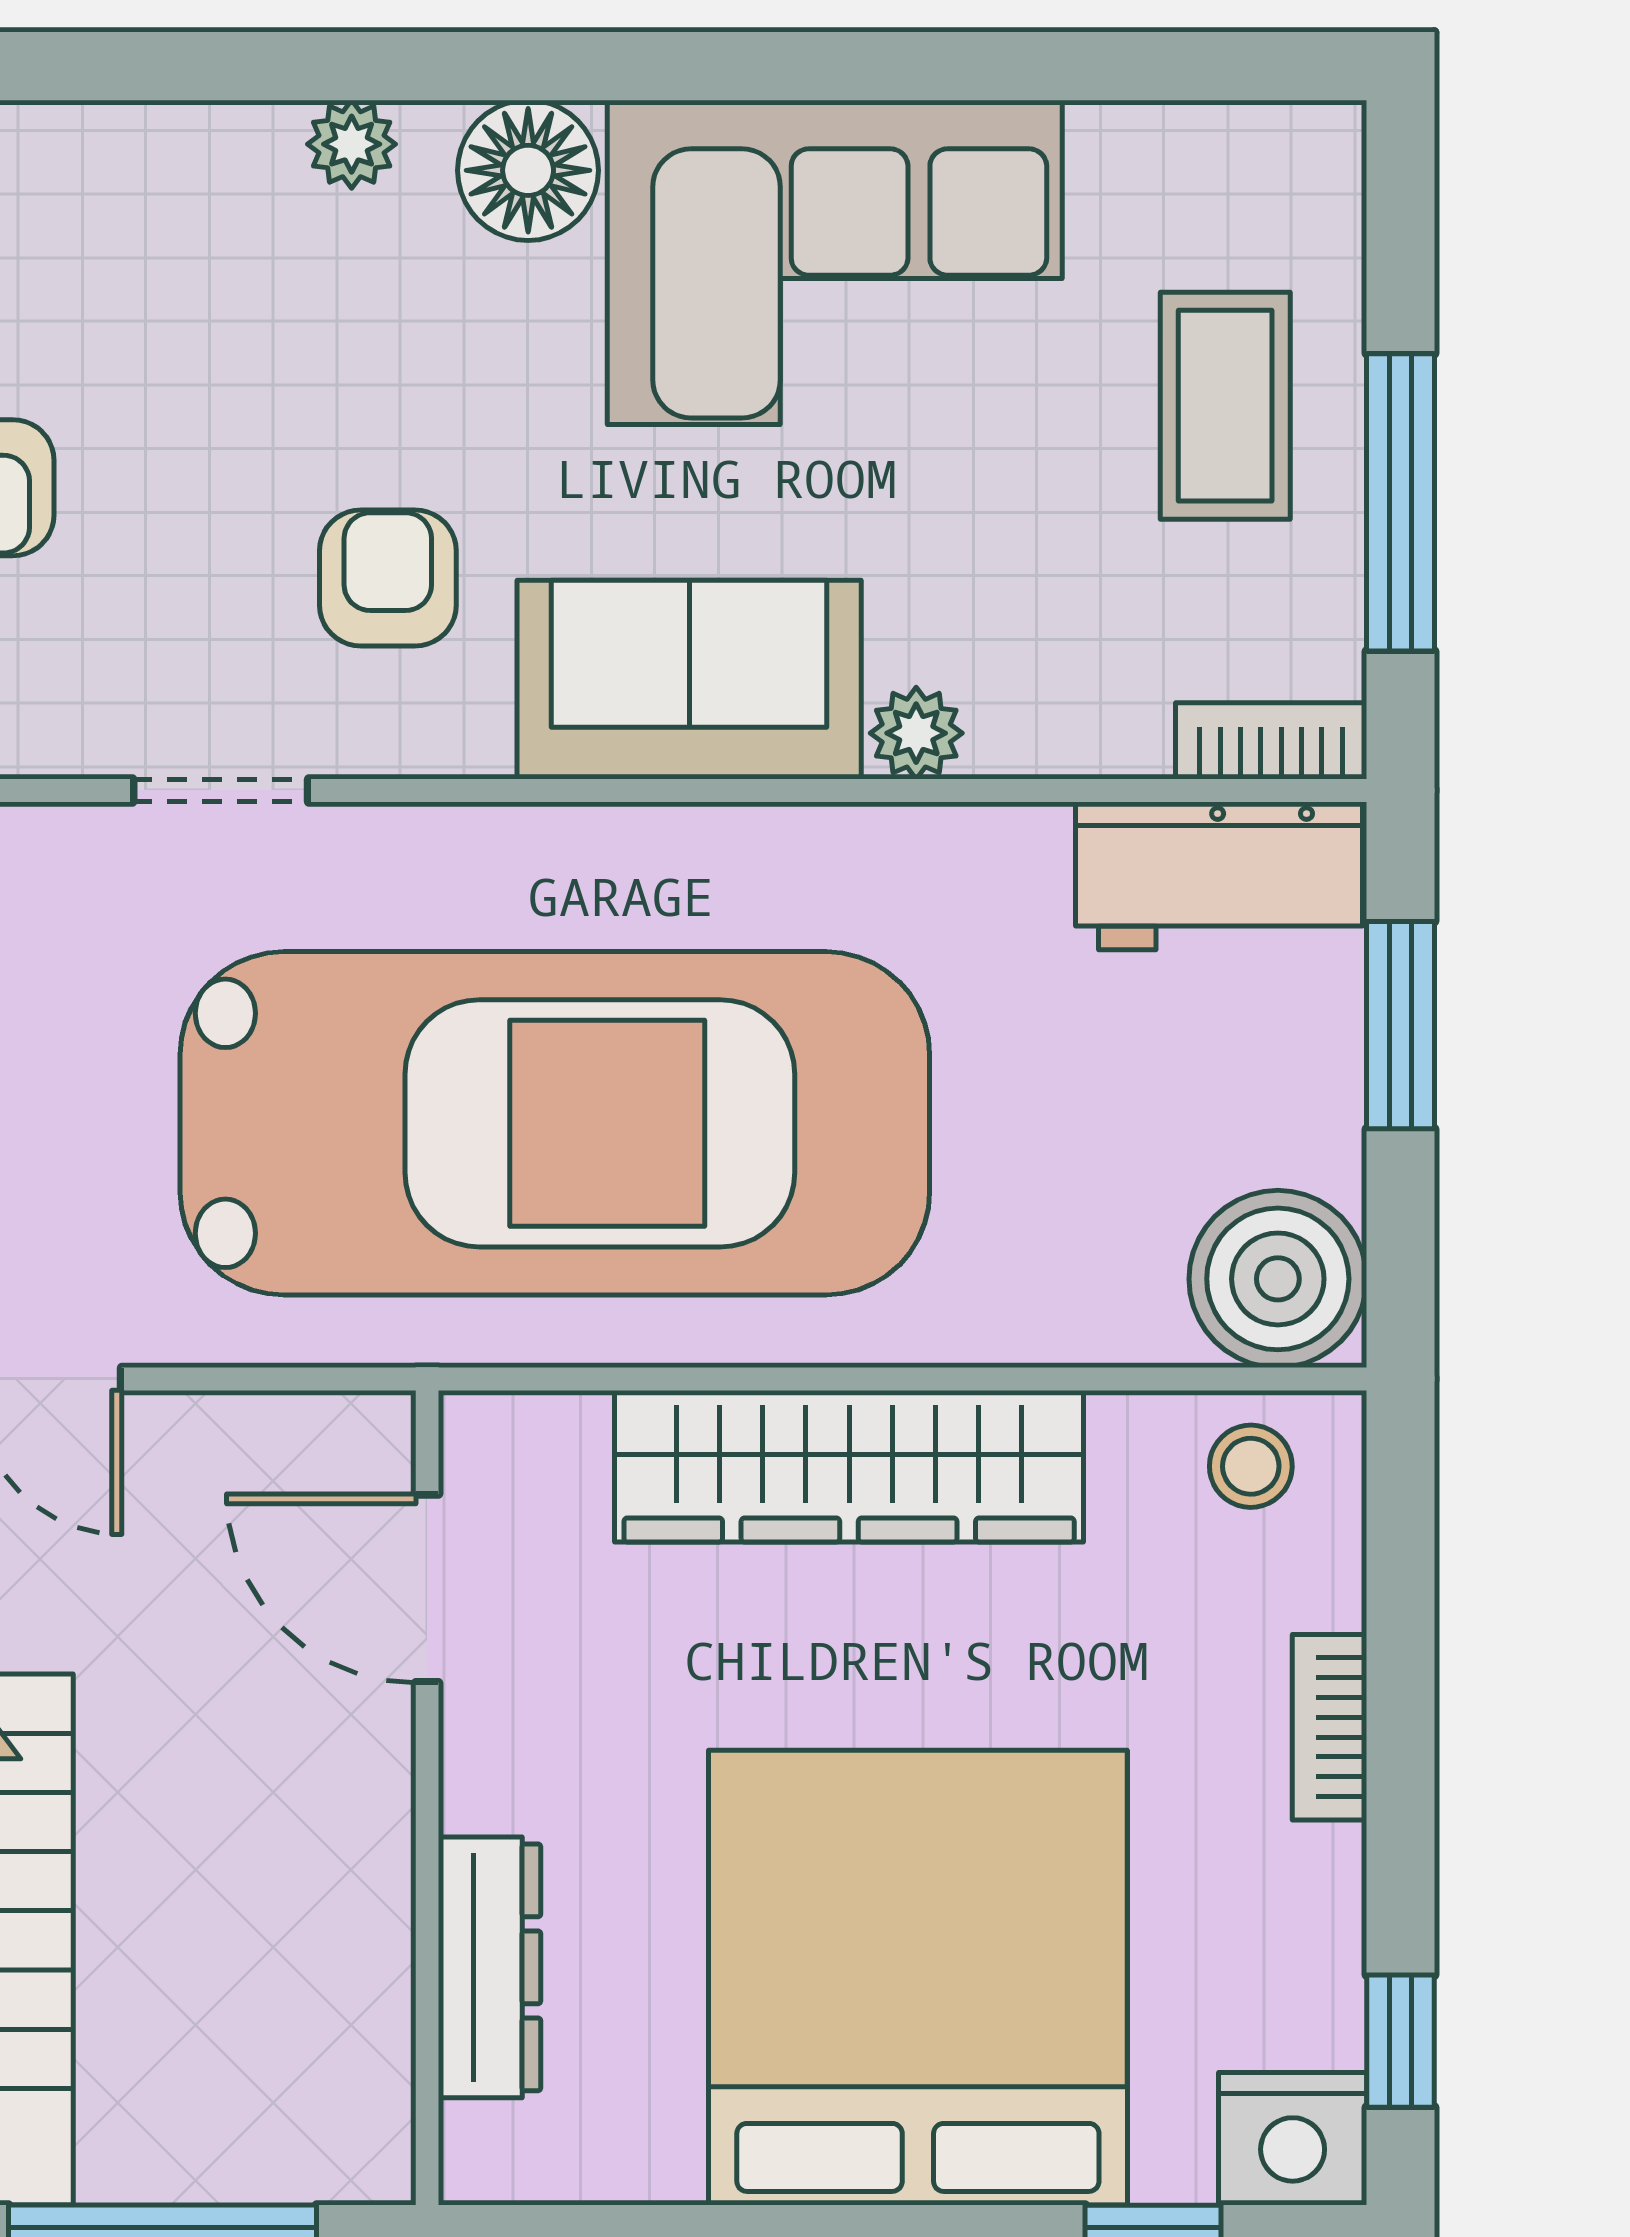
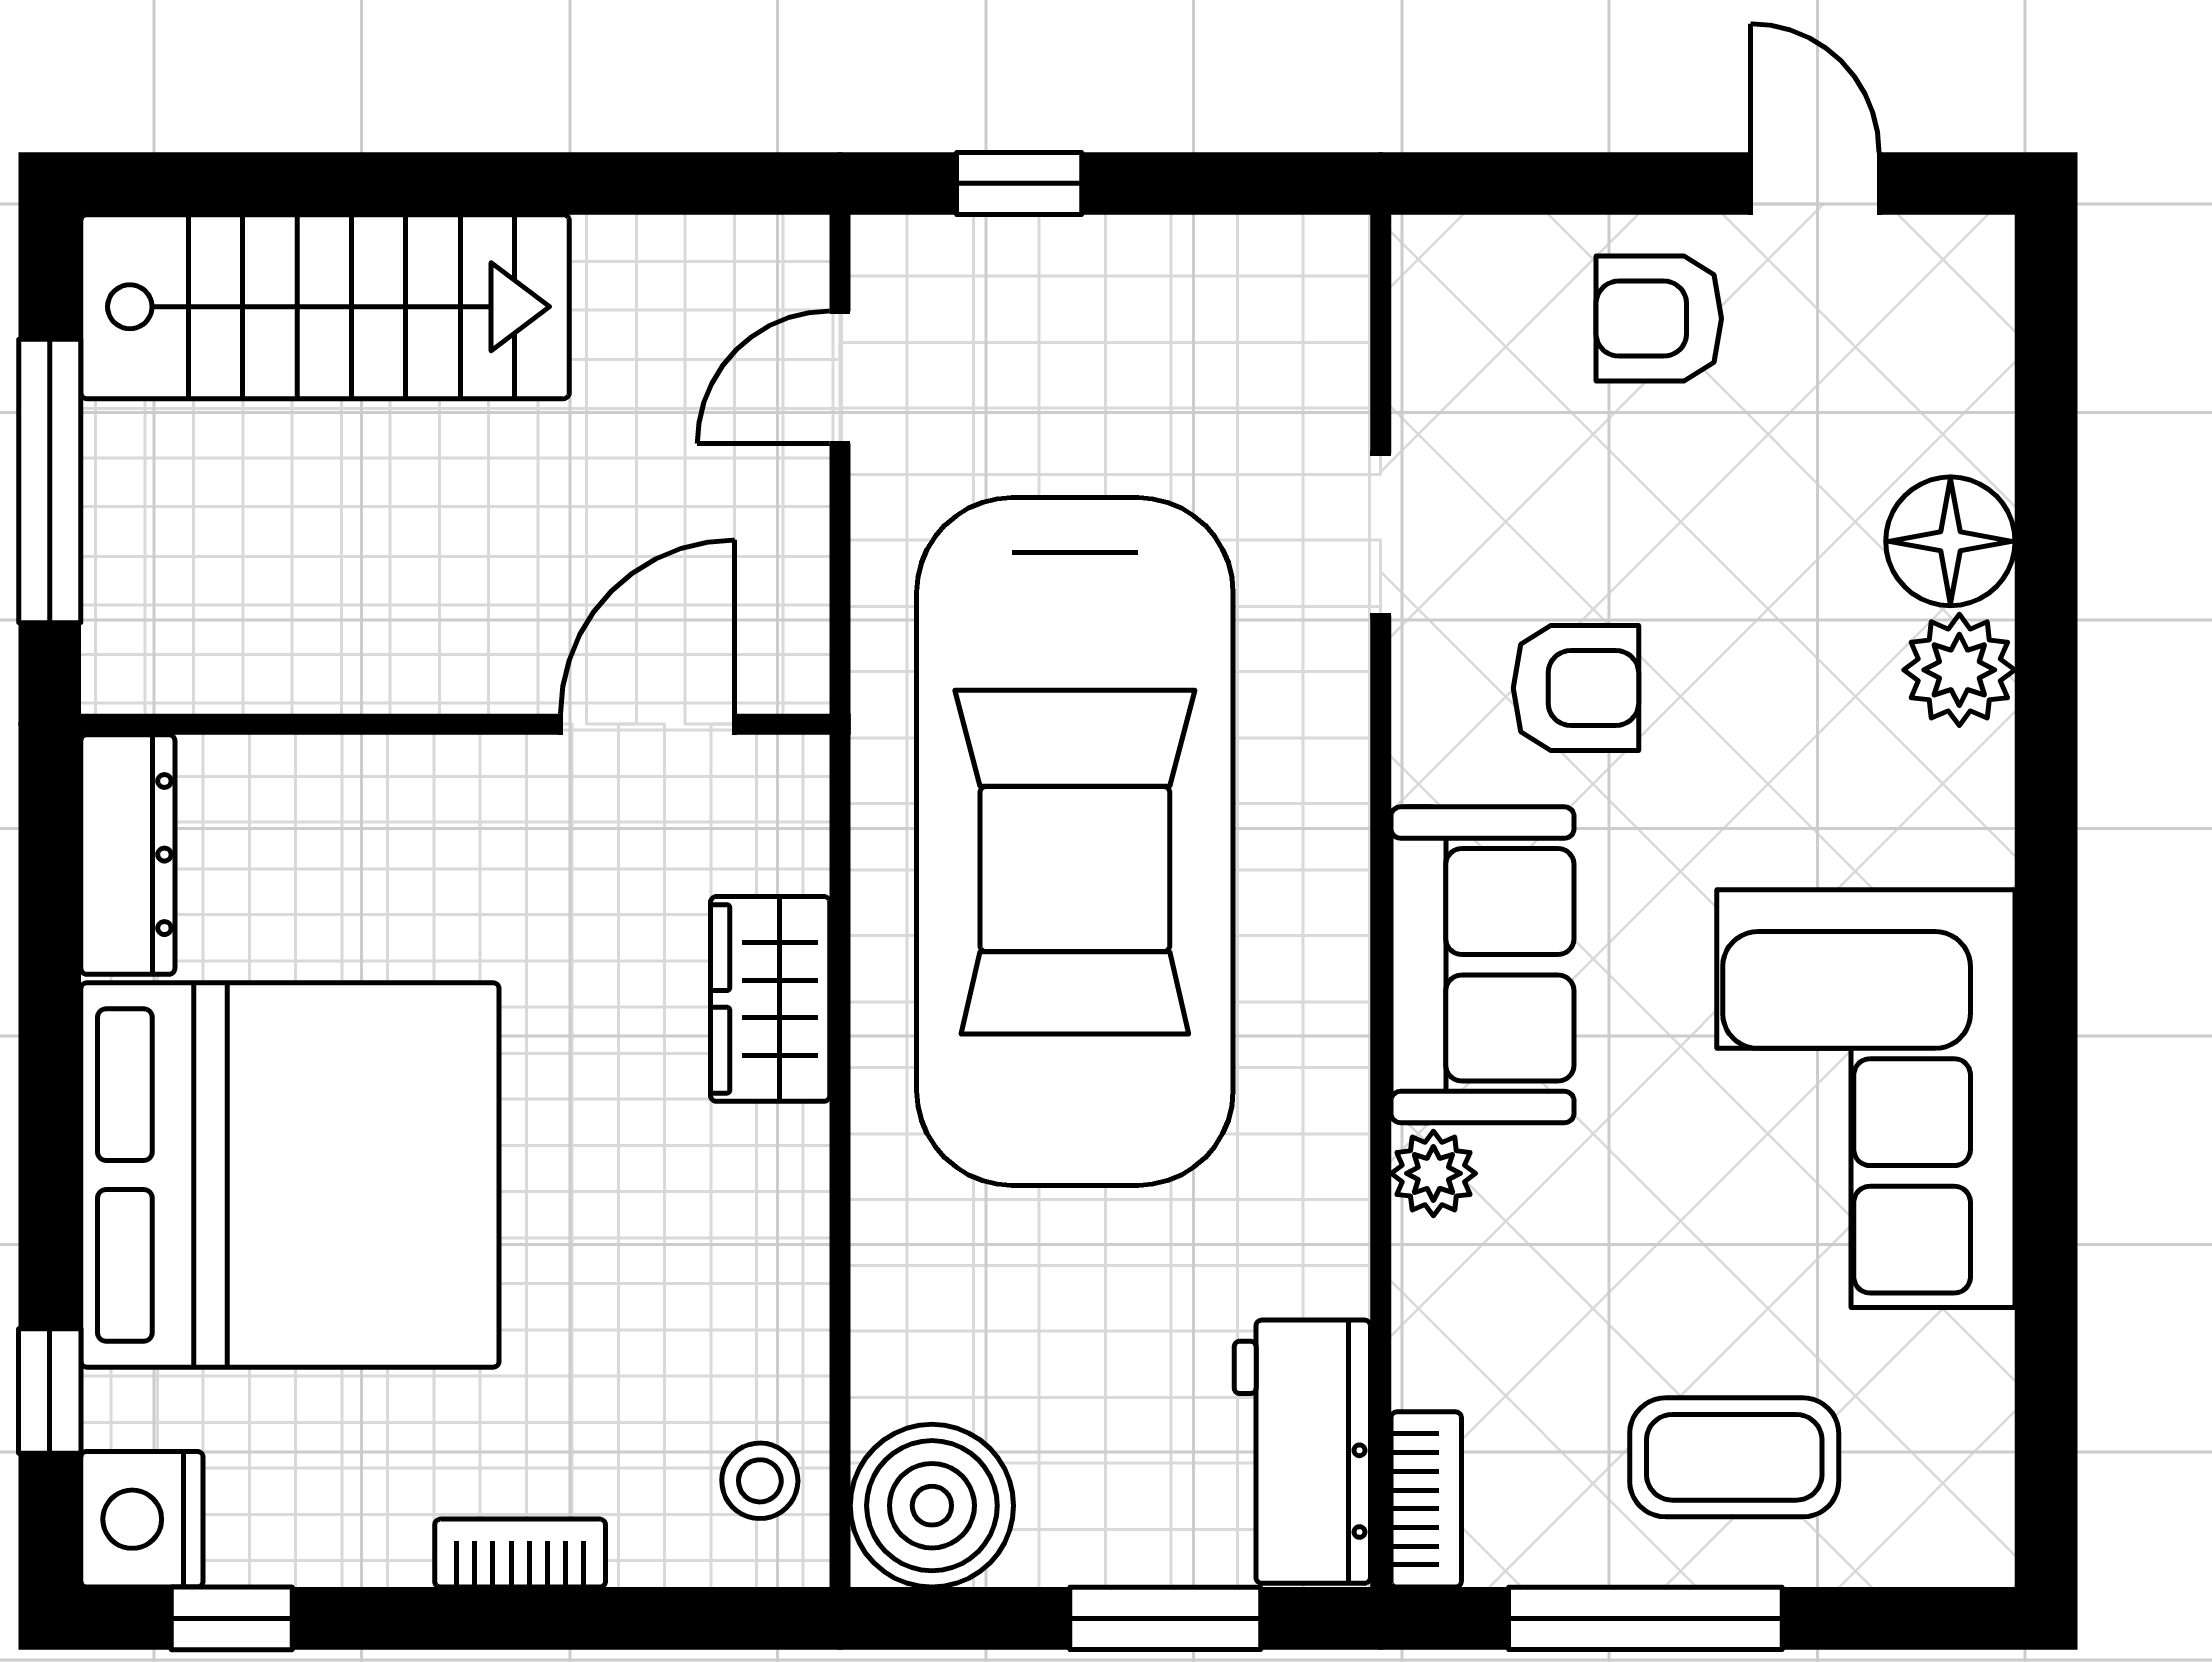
plant: (352, 144) -> (1959, 670), width x1.38, depth x1.38
floor lamp: (528, 170) -> (1950, 541), moved
wardrobe: (849, 1466) -> (770, 999), width x0.48, depth x0.85
dresser: (490, 1967) -> (128, 855), moved, turned -90

